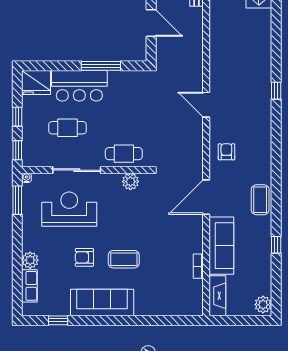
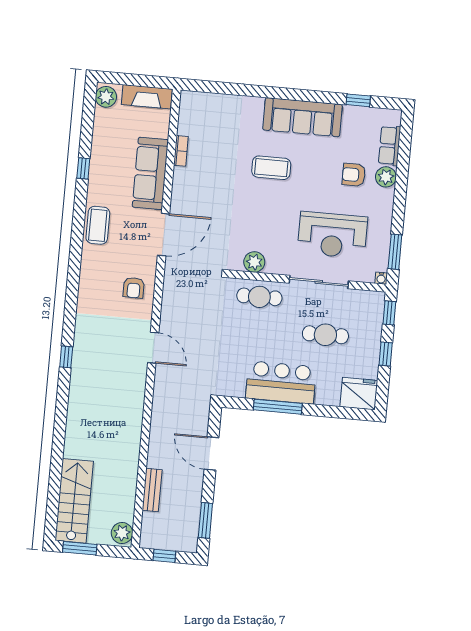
bar counter: (79, 86) -> (281, 382), moved
armchair: (84, 257) -> (354, 175), moved, turned 180
fireplace: (217, 296) -> (147, 97), moved, turned -90

